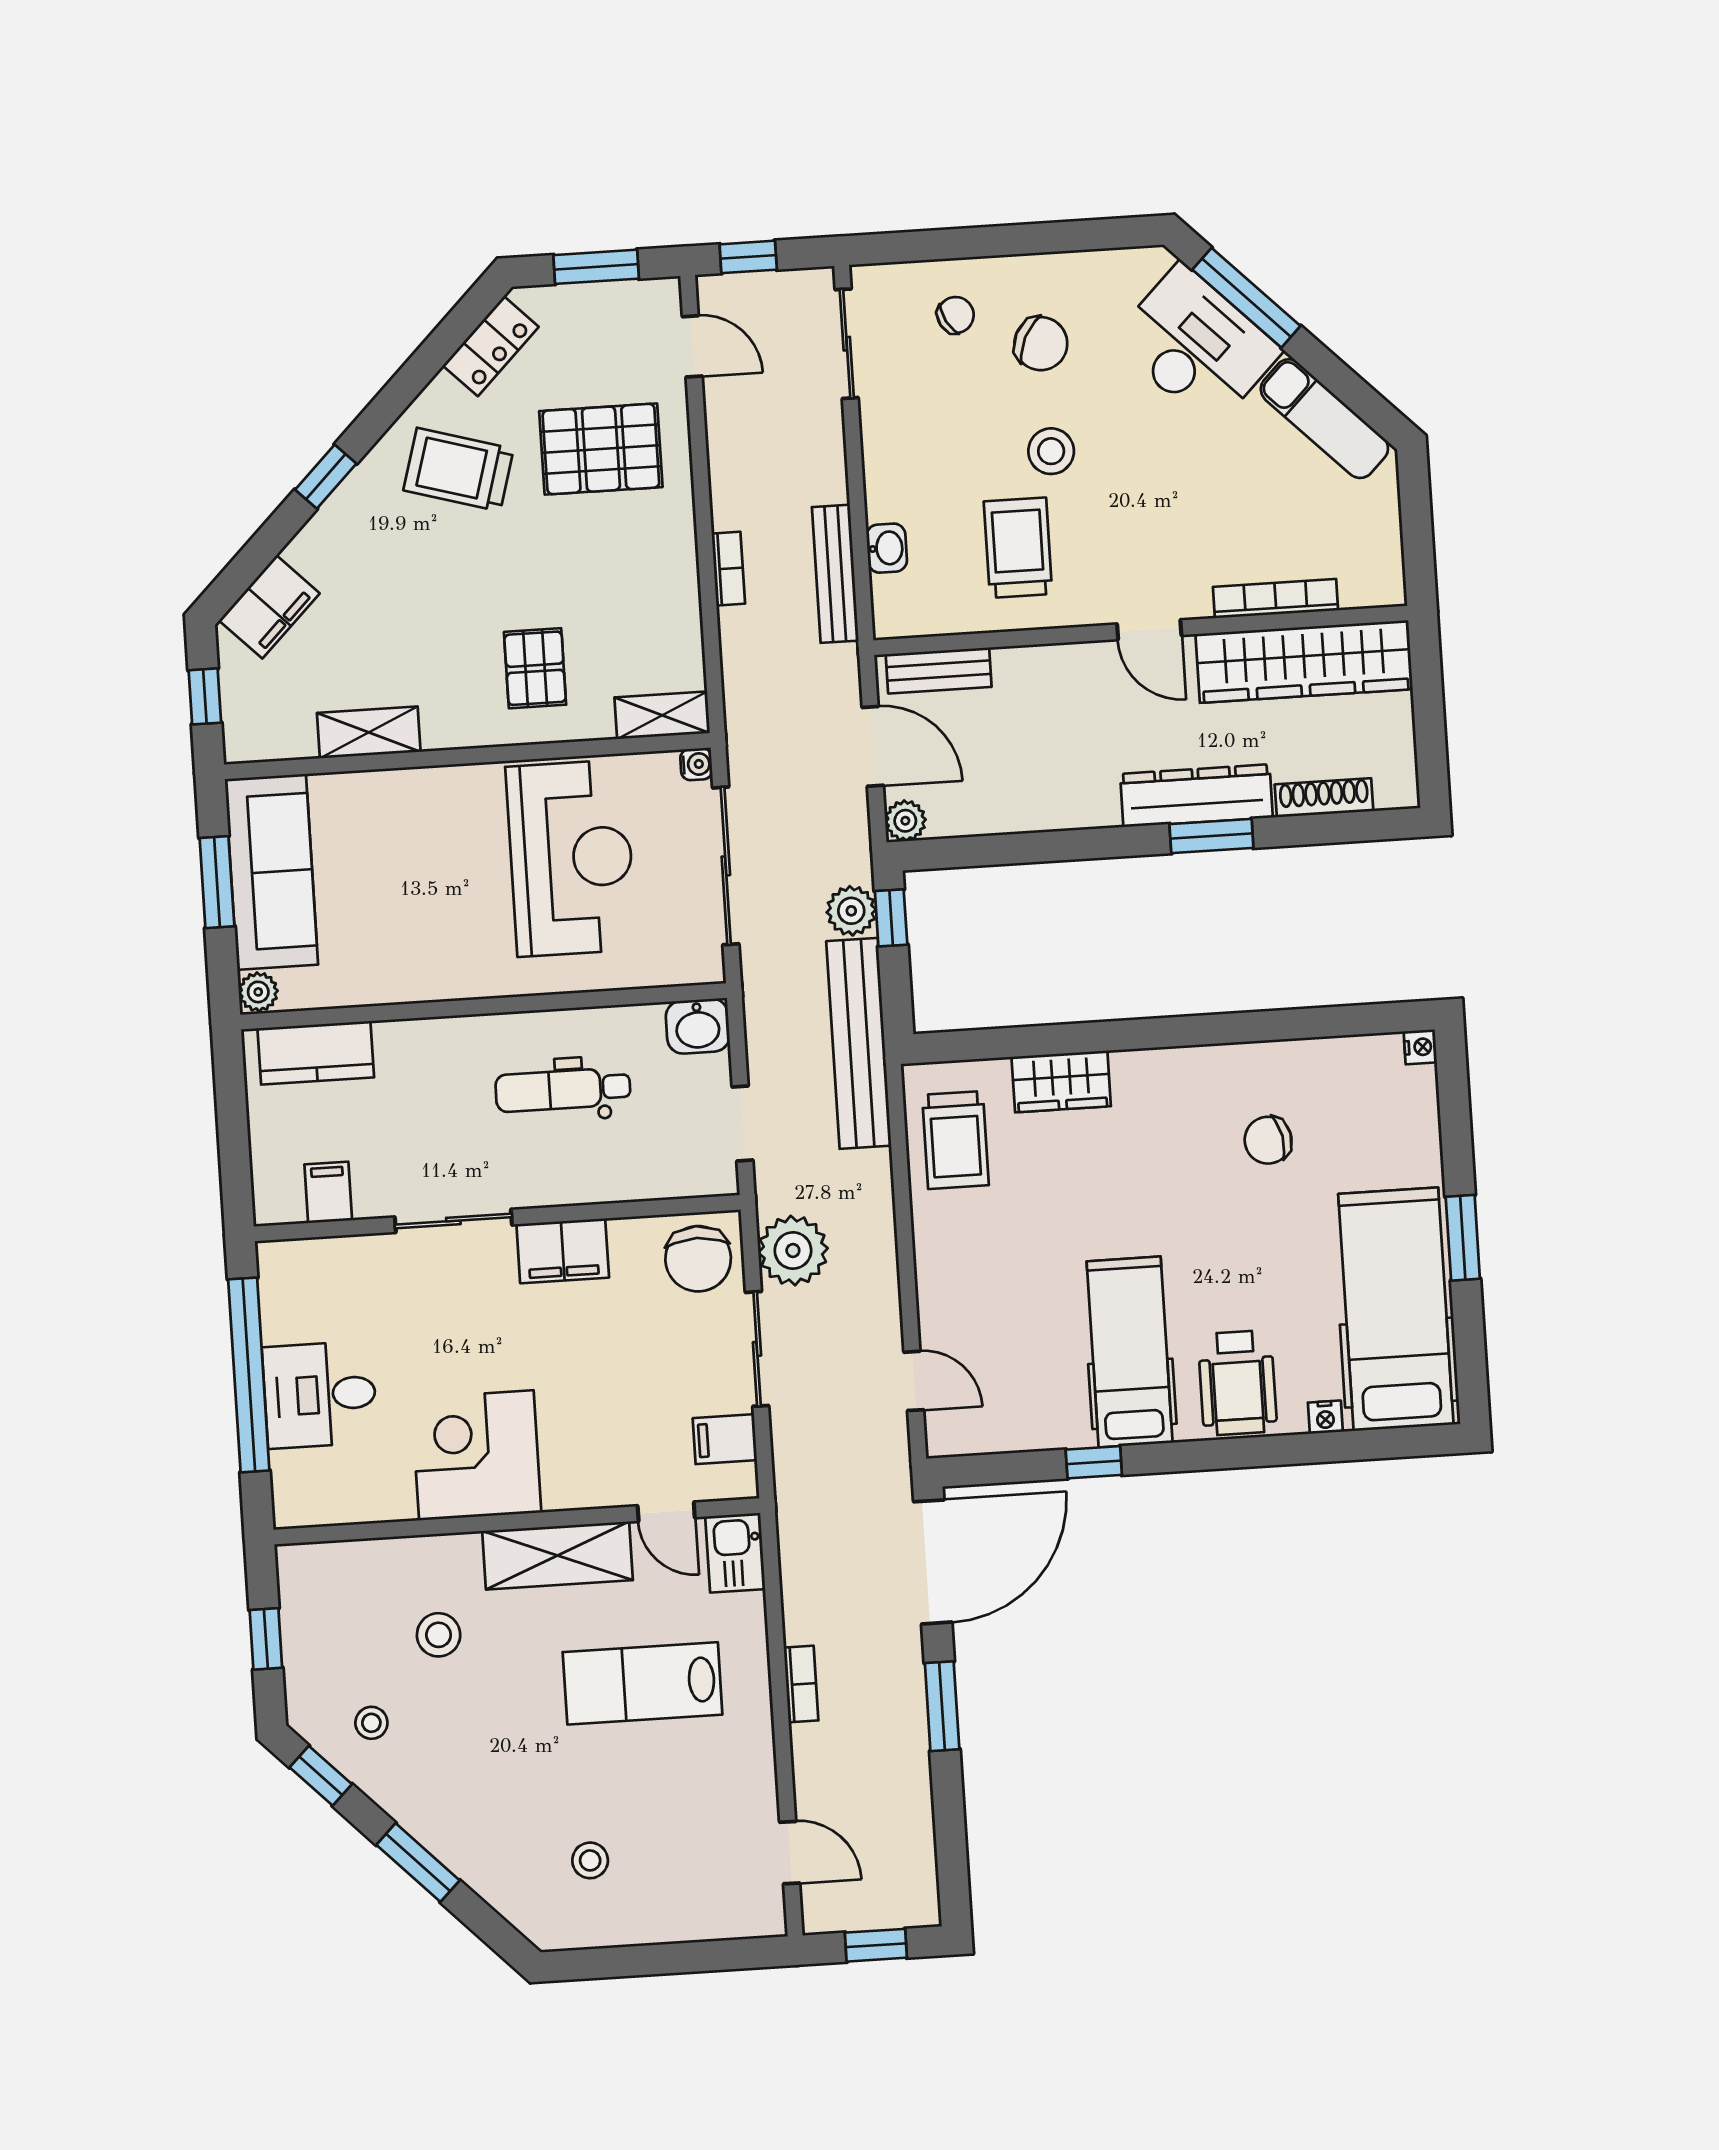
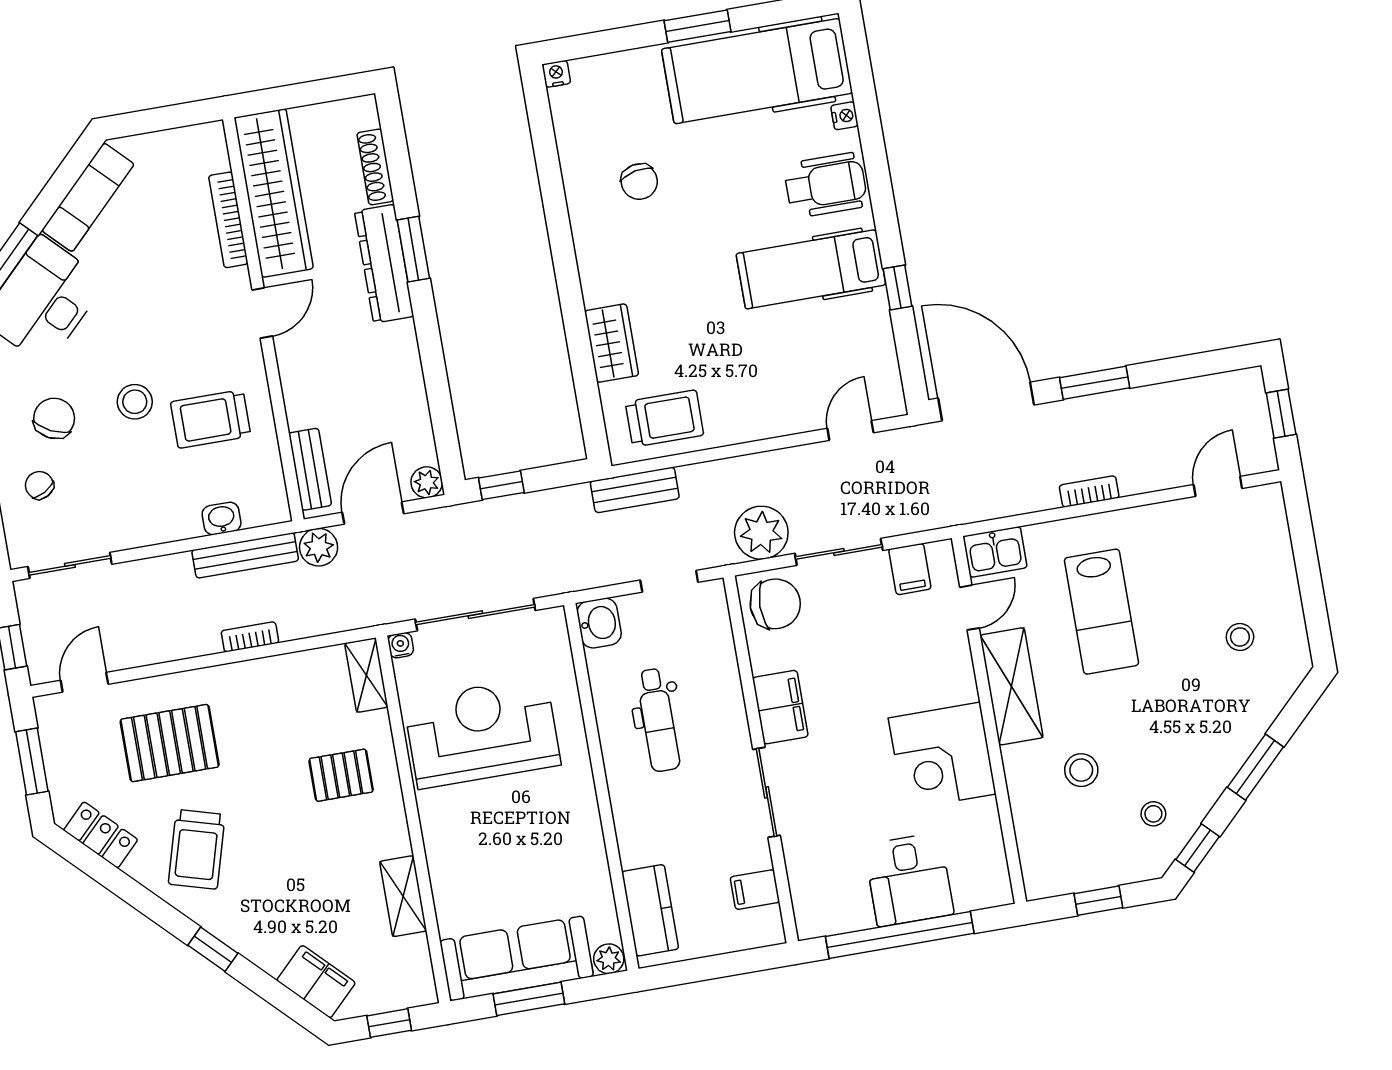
pallet: (601, 449) -> (170, 743), turned 90
plant: (851, 911) -> (319, 547), moved
bench: (859, 1043) -> (635, 490), width x0.54, depth x0.82

